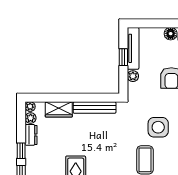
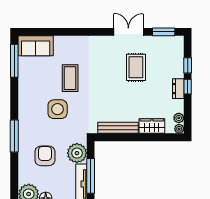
window: (123, 57) -> (91, 176), width x2.17
plant: (133, 76) -> (77, 153), width x1.88, depth x1.88
dresser: (31, 135) -> (178, 89), moved

